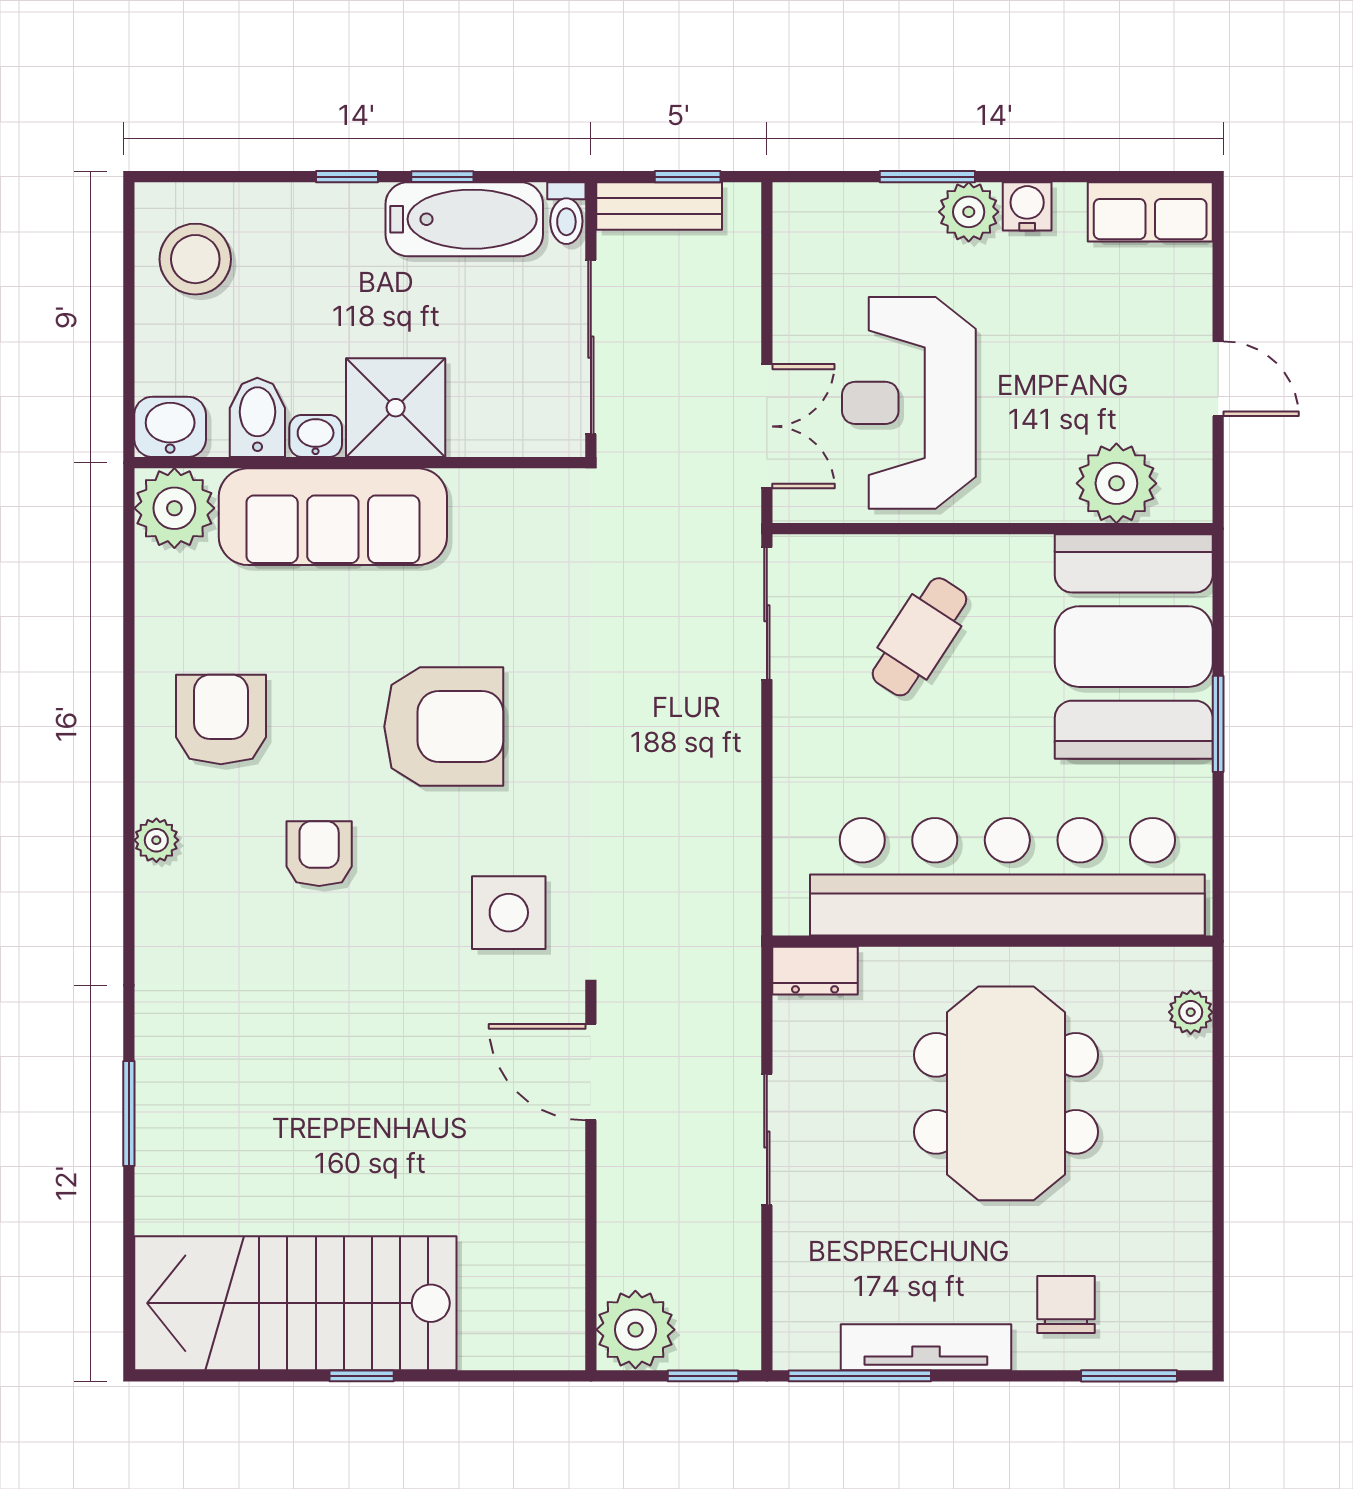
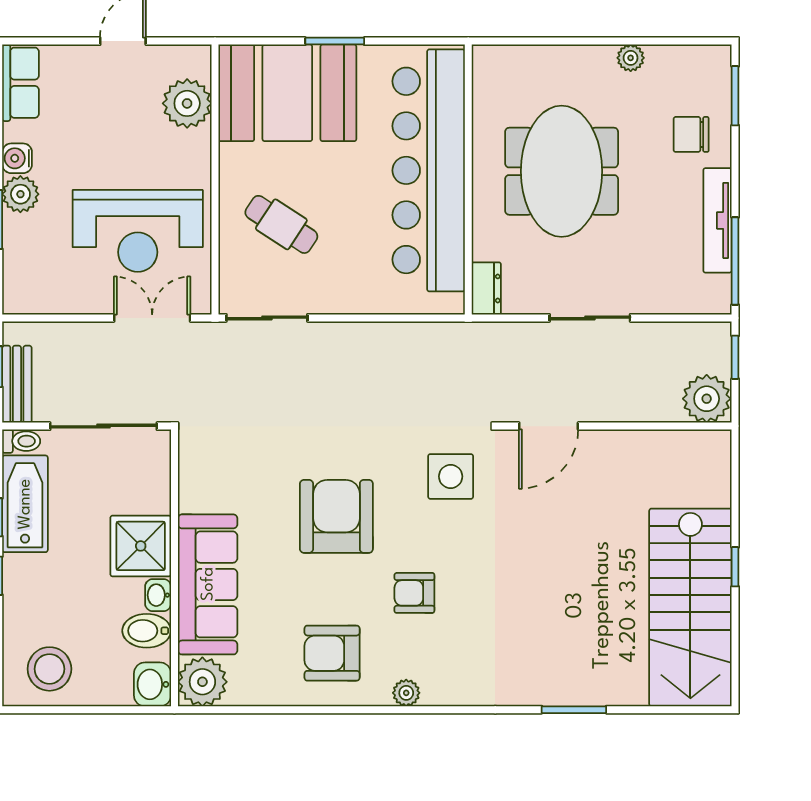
plant: (1191, 1012) -> (631, 58), moved
meeting table: (1006, 1093) -> (562, 171), turned 90

